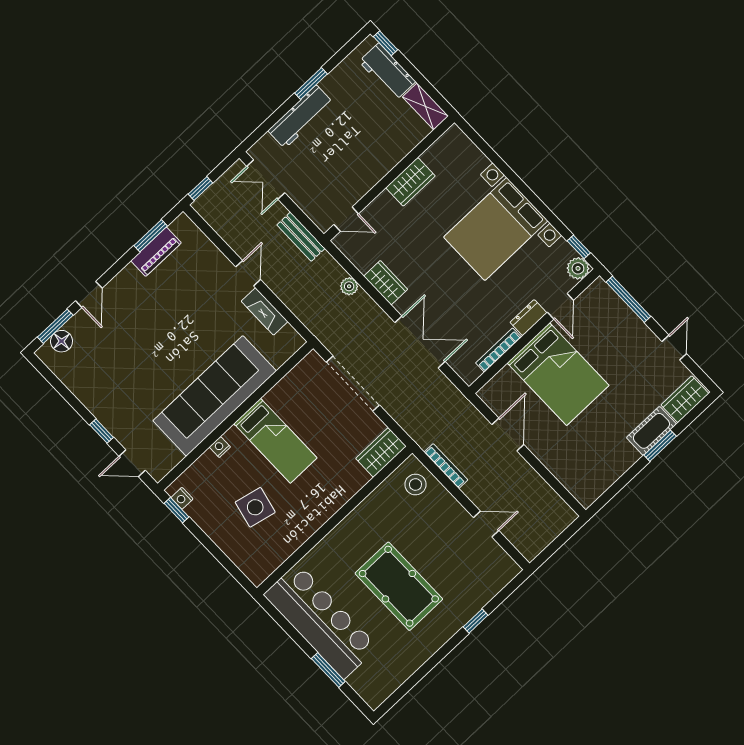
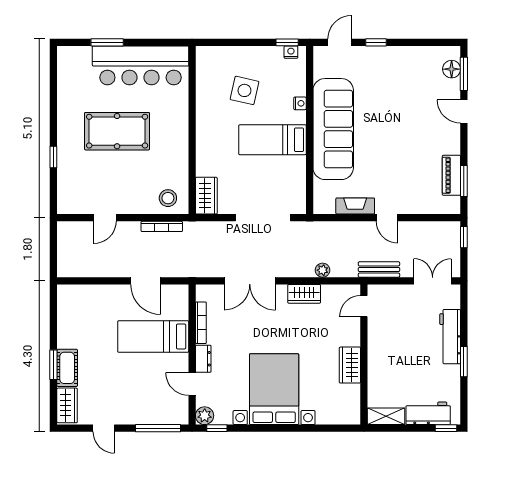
bed: (558, 374) -> (153, 337), width x0.67

